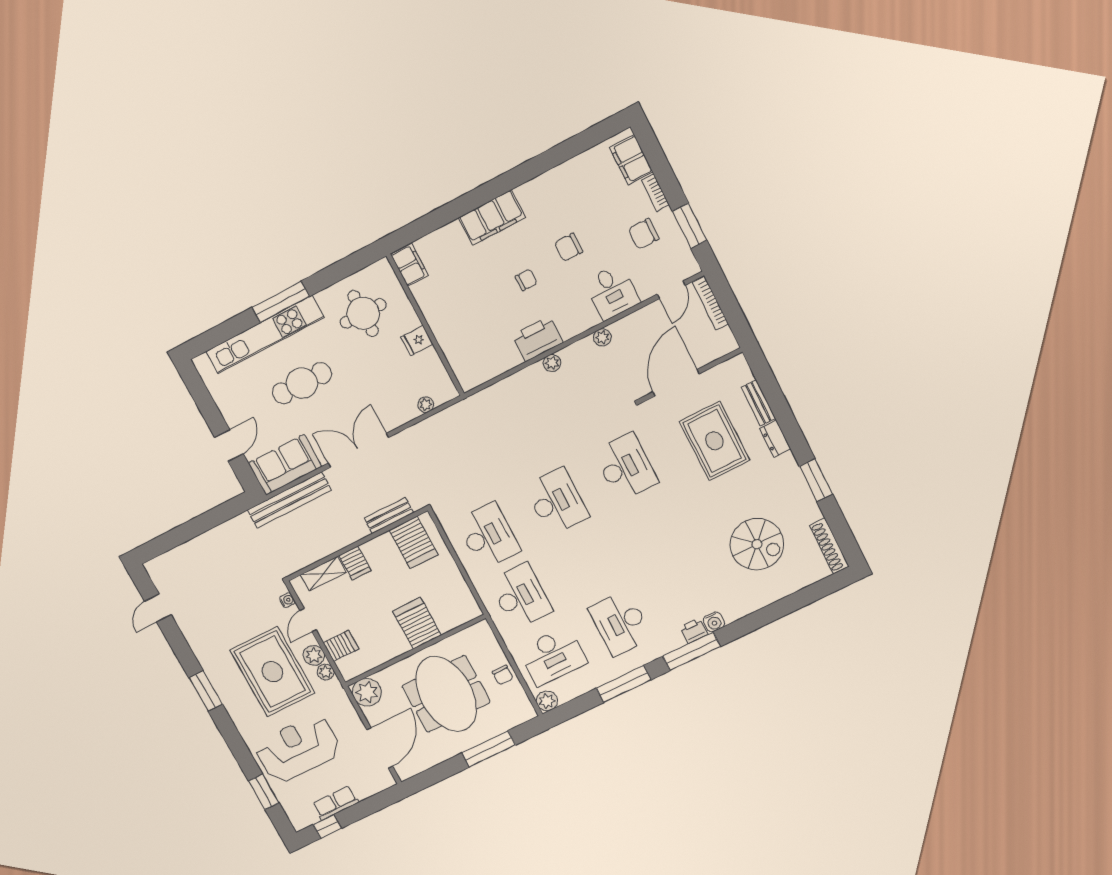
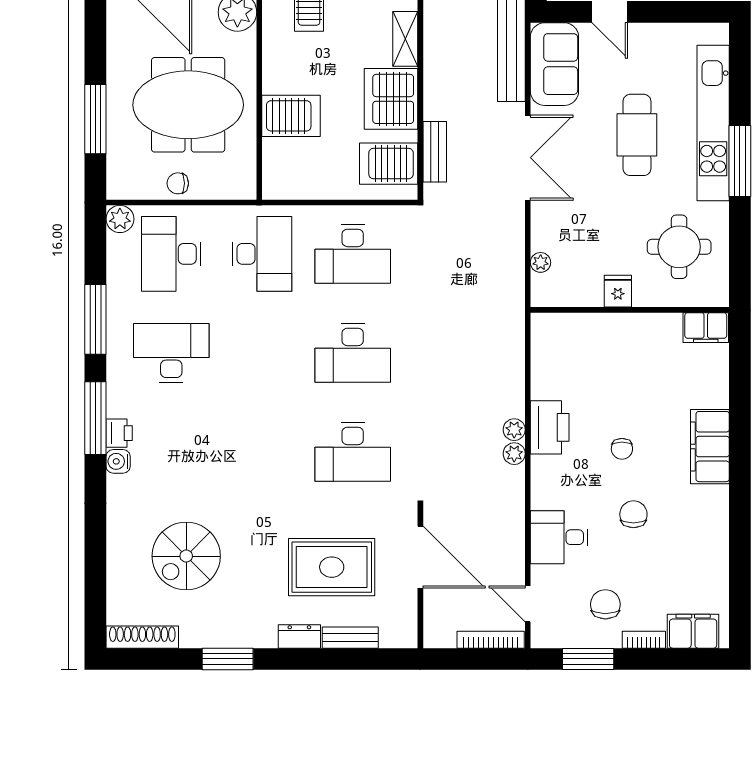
plant: (602, 337) -> (514, 454), moved
server rack: (355, 563) -> (391, 99), width x2.18, depth x1.44
desk: (521, 596) -> (262, 254), turned -90

